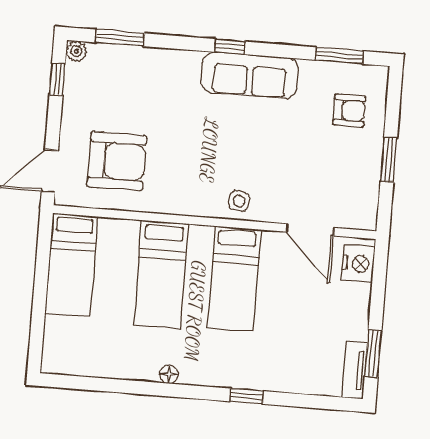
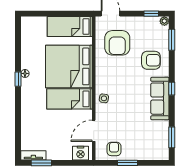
armchair: (162, 88) -> (151, 60), added
armchair: (349, 110) -> (114, 149), moved, turned 180
bed: (161, 274) -> (69, 66), width x2.04
window: (247, 396) -> (18, 79), moved

